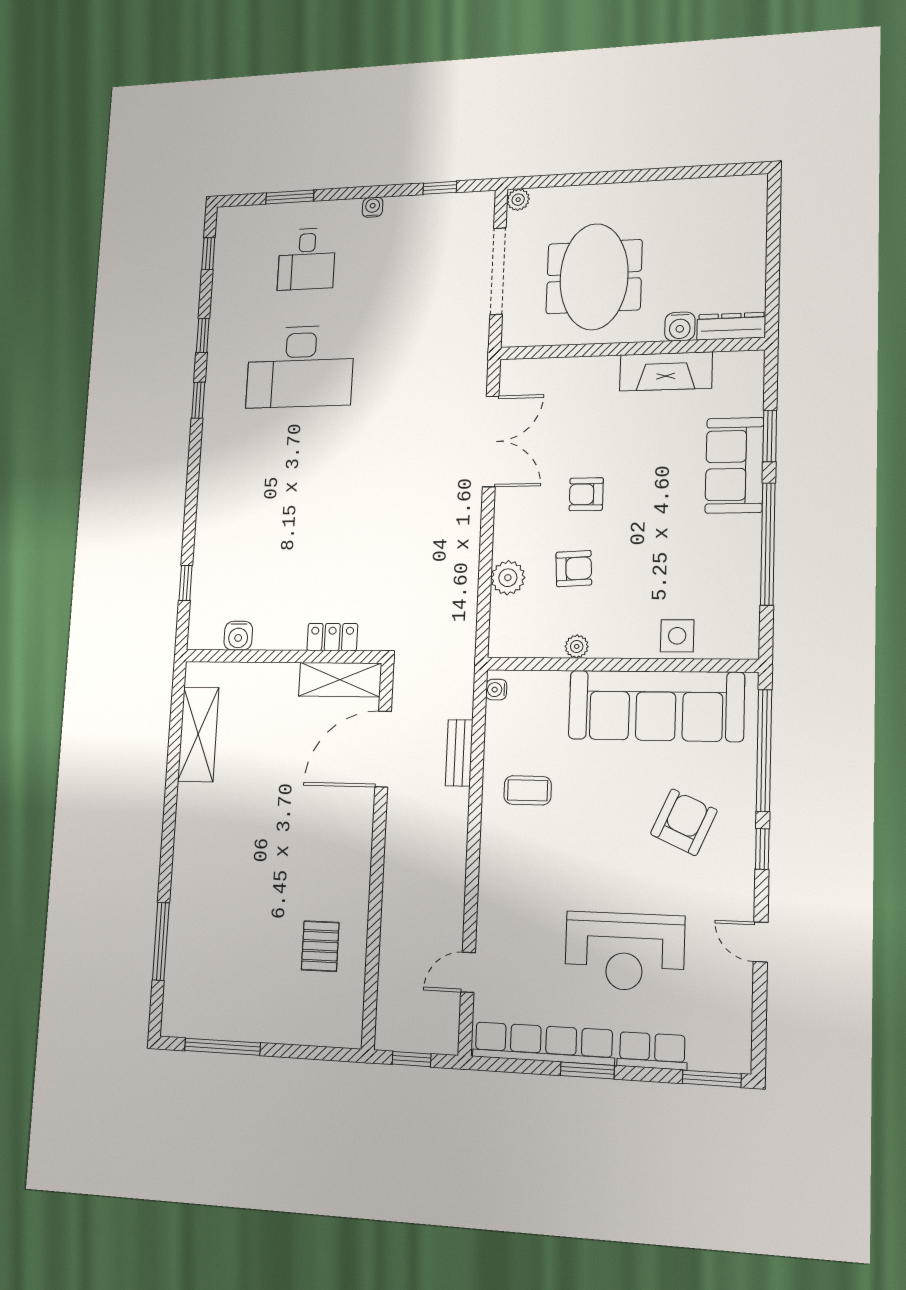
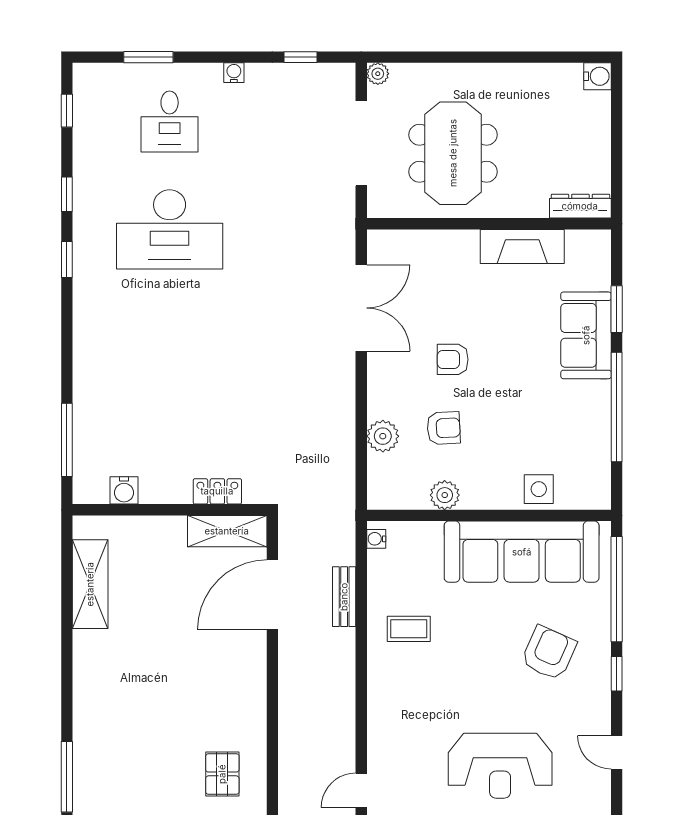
water cooler: (680, 327) -> (598, 76), moved, turned -90
window: (186, 583) -> (67, 440), width x2.17
plant: (577, 646) -> (445, 495), width x1.38, depth x1.38

